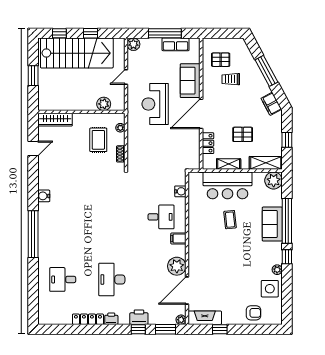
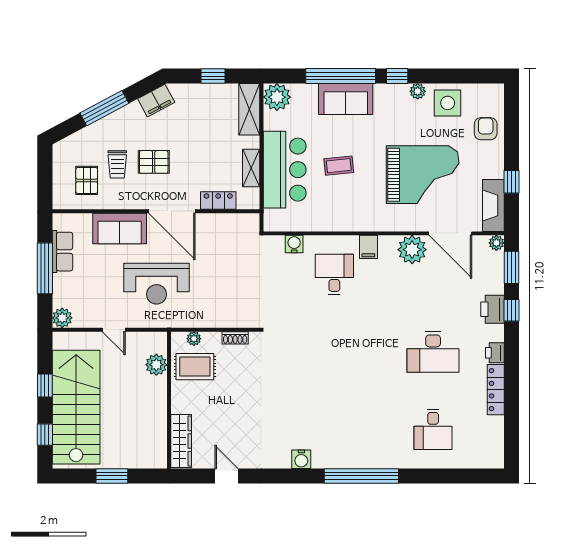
pallet: (243, 134) -> (154, 162), moved, turned 90
rug: (98, 140) -> (195, 367), moved
grand piano: (224, 273) -> (423, 175), added

